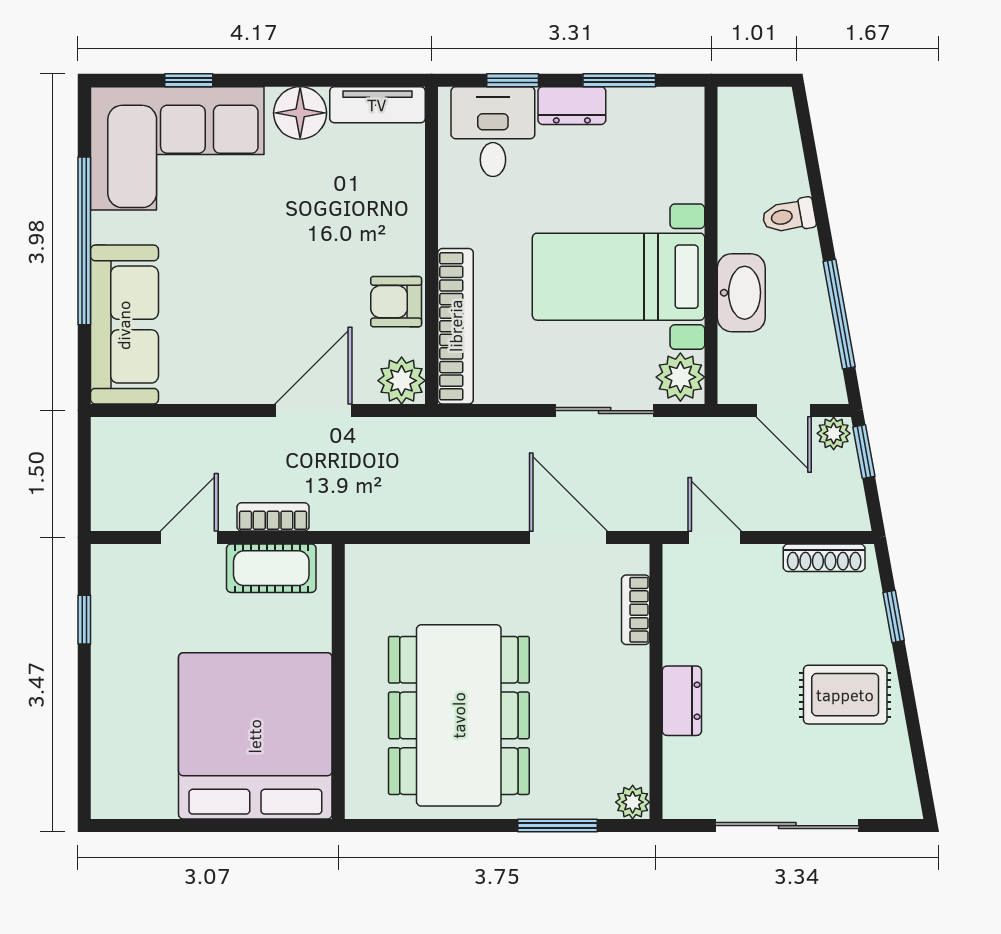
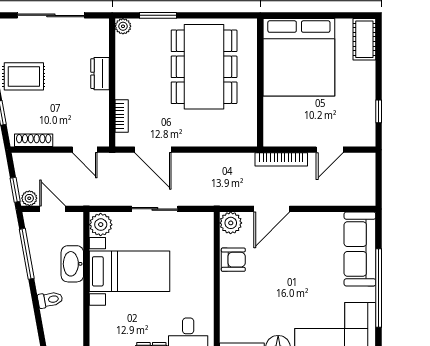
bookcase: (456, 326) -> (206, 248), removed
sliding door: (605, 411) -> (155, 209), moved
bookcase: (273, 517) -> (281, 159), width x1.56
cot: (271, 568) -> (364, 39), moved, turned 90

